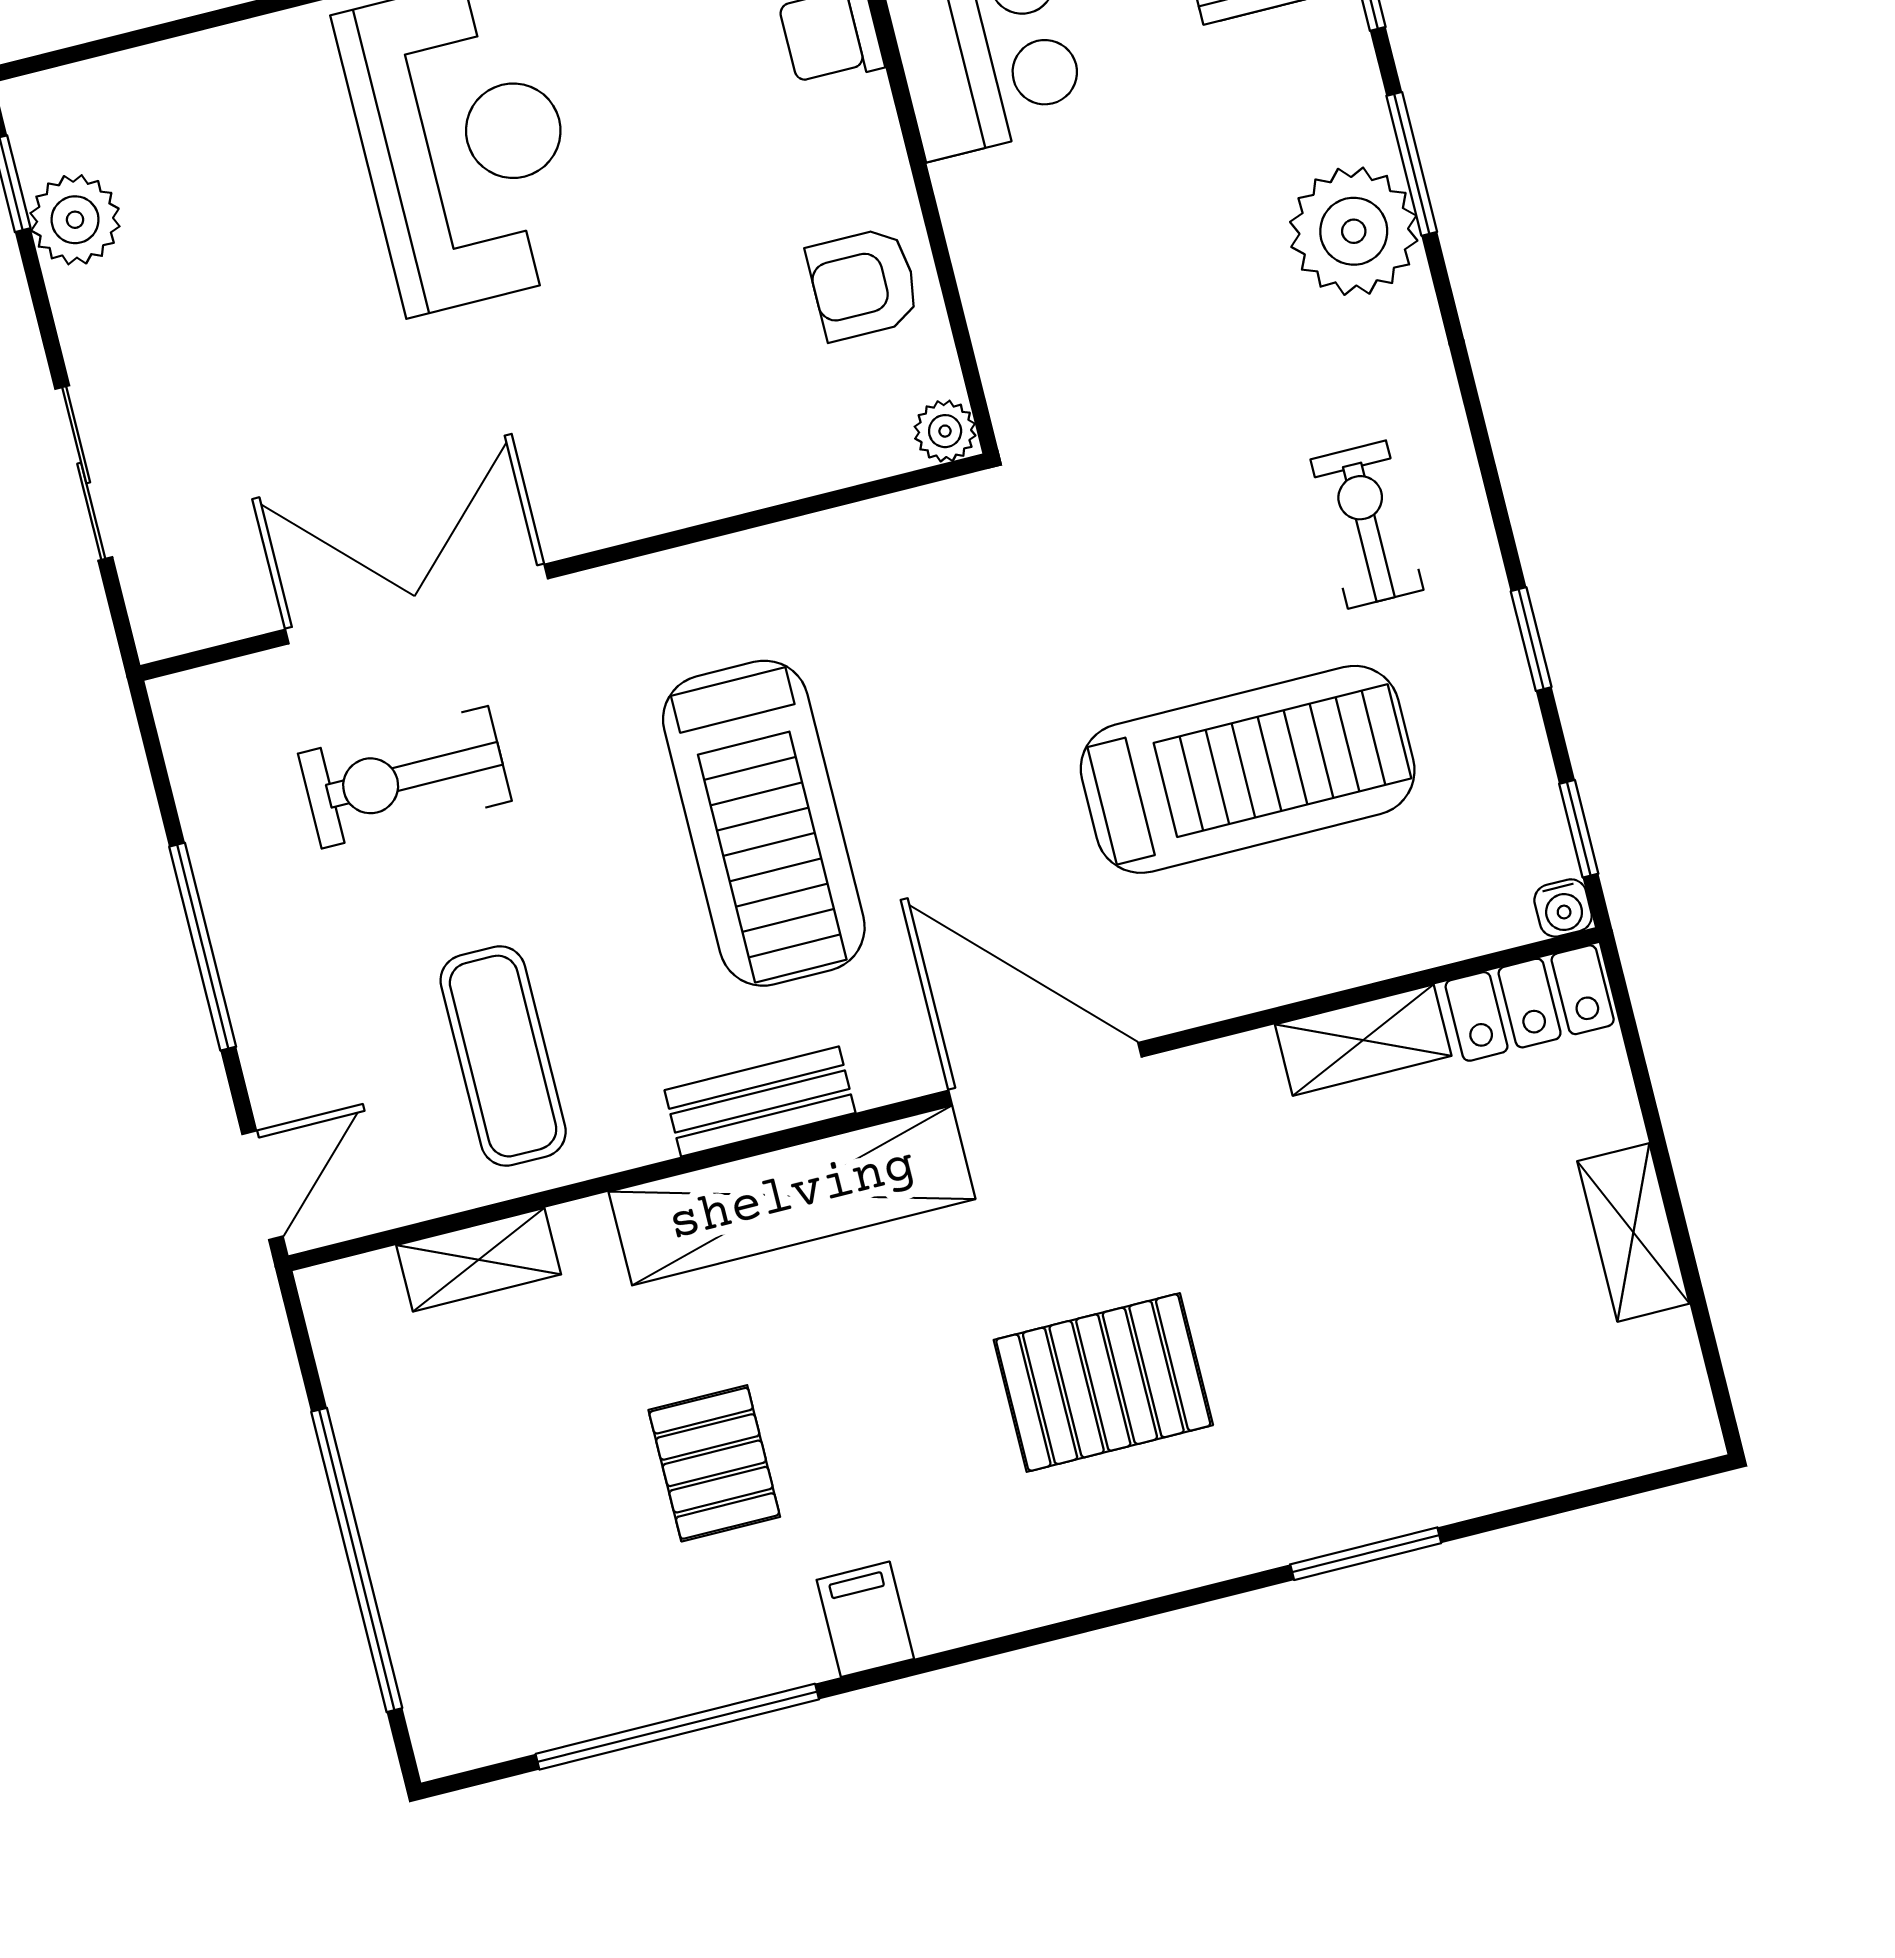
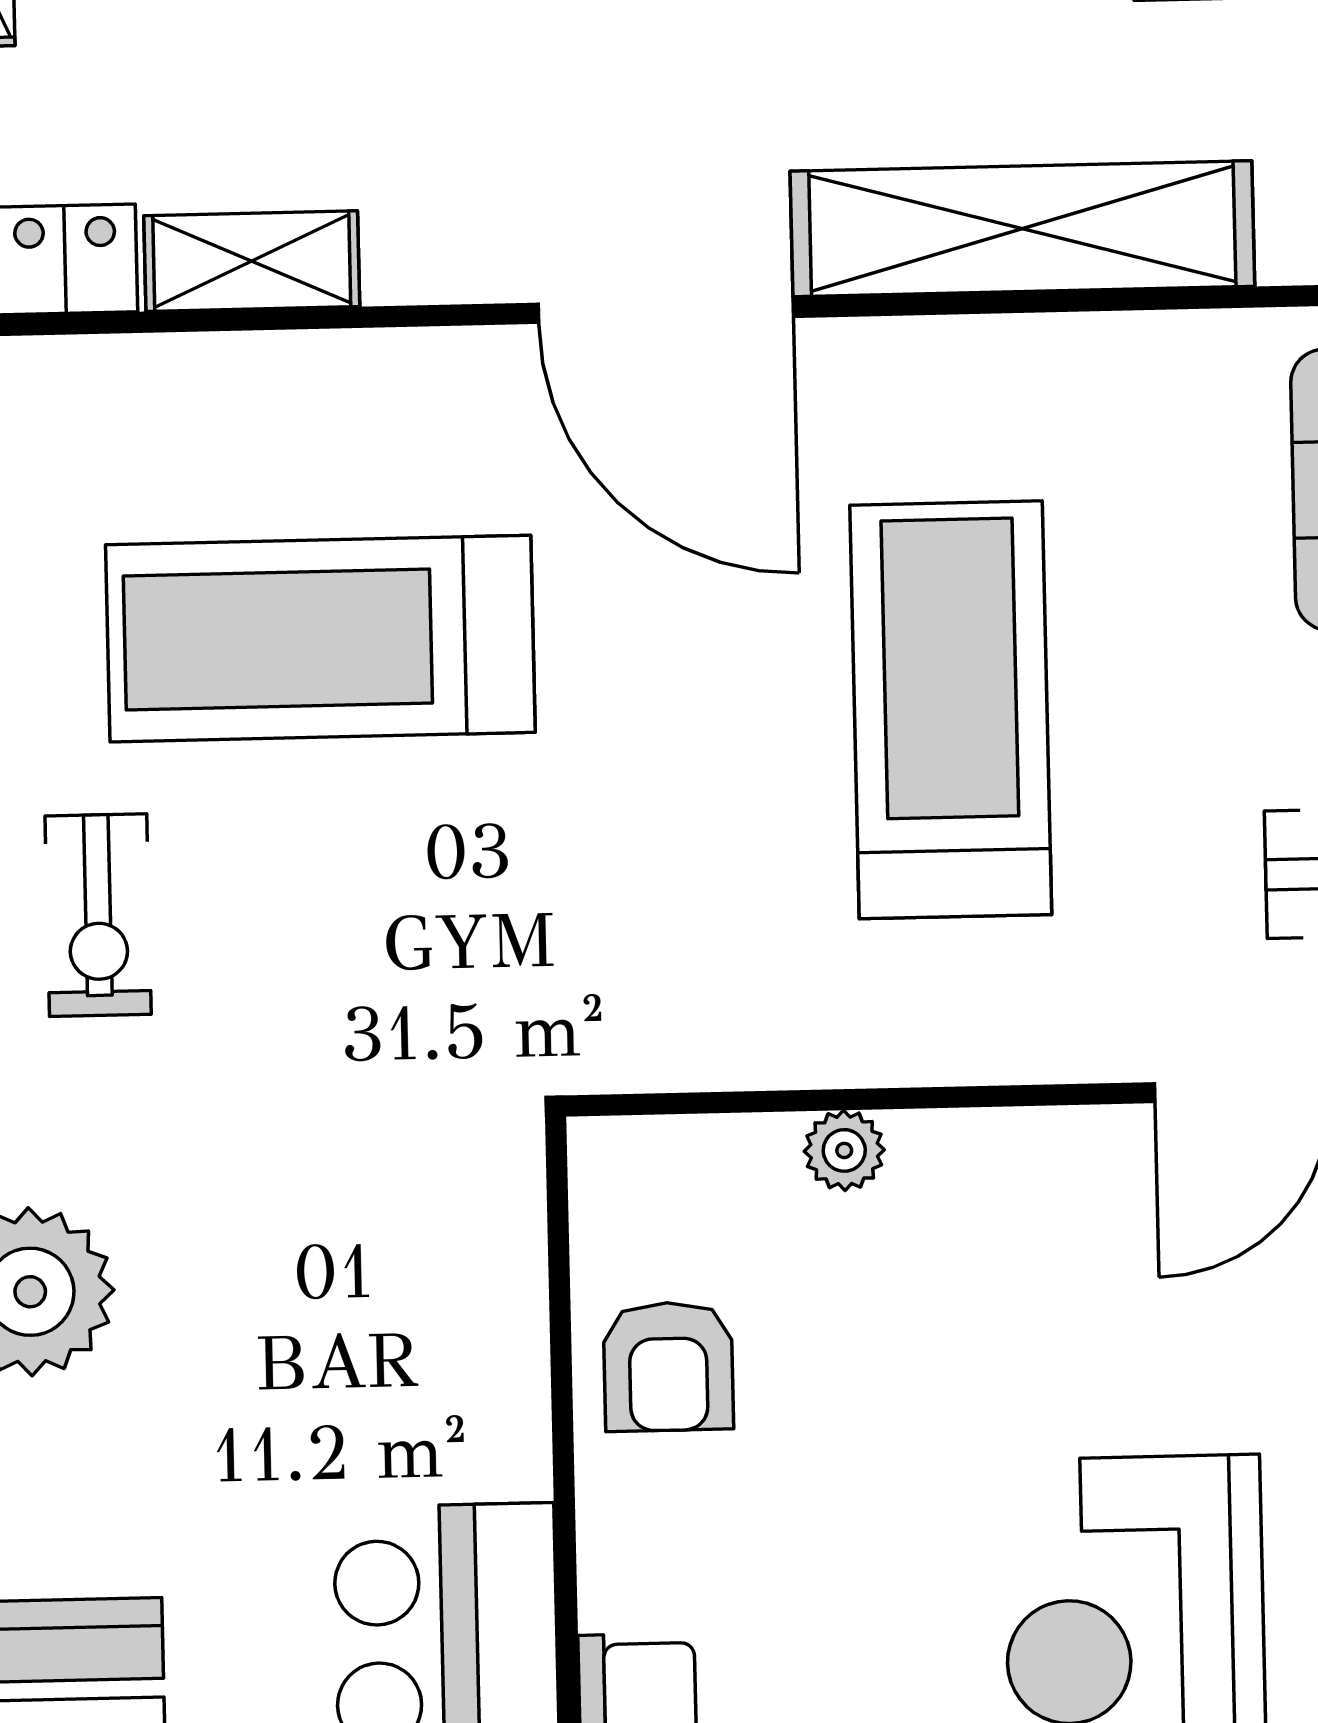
armchair: (863, 284) -> (668, 1367), turned 90
plant: (945, 431) -> (844, 1150), moved
bench: (760, 1102) -> (1036, 357), removed

